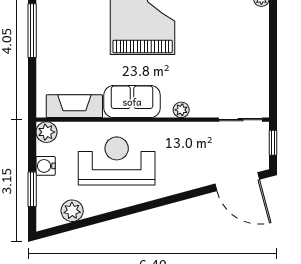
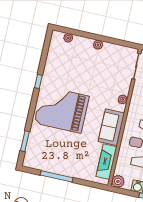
plant: (261, 50) -> (98, 45), added

